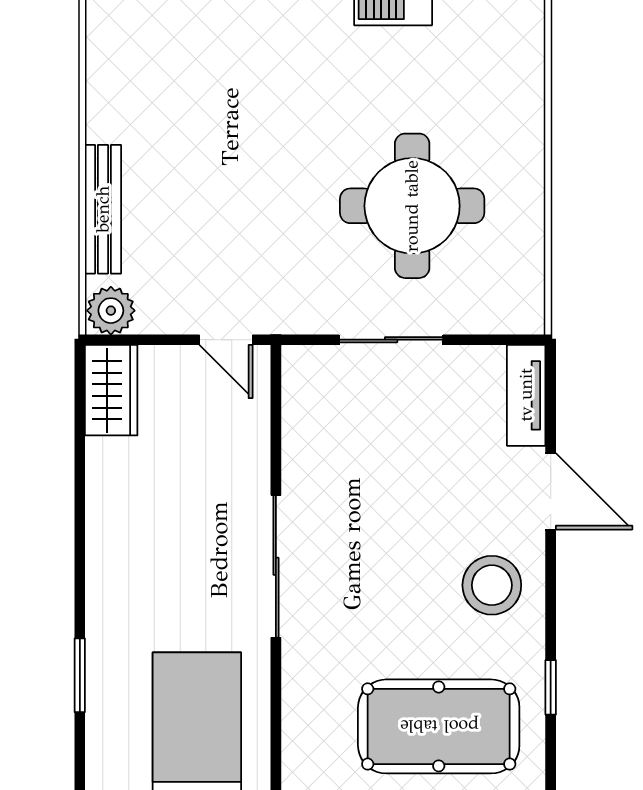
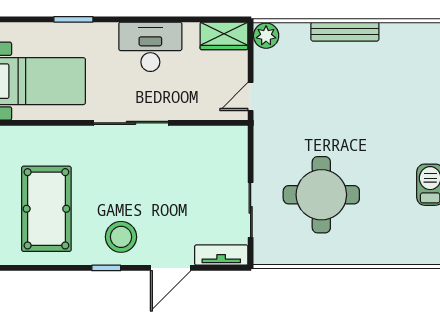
bench: (103, 209) -> (345, 32), moved
sliding door: (391, 340) -> (251, 210), moved
desk: (132, 530) -> (150, 47), added
window: (551, 687) -> (106, 268), moved

